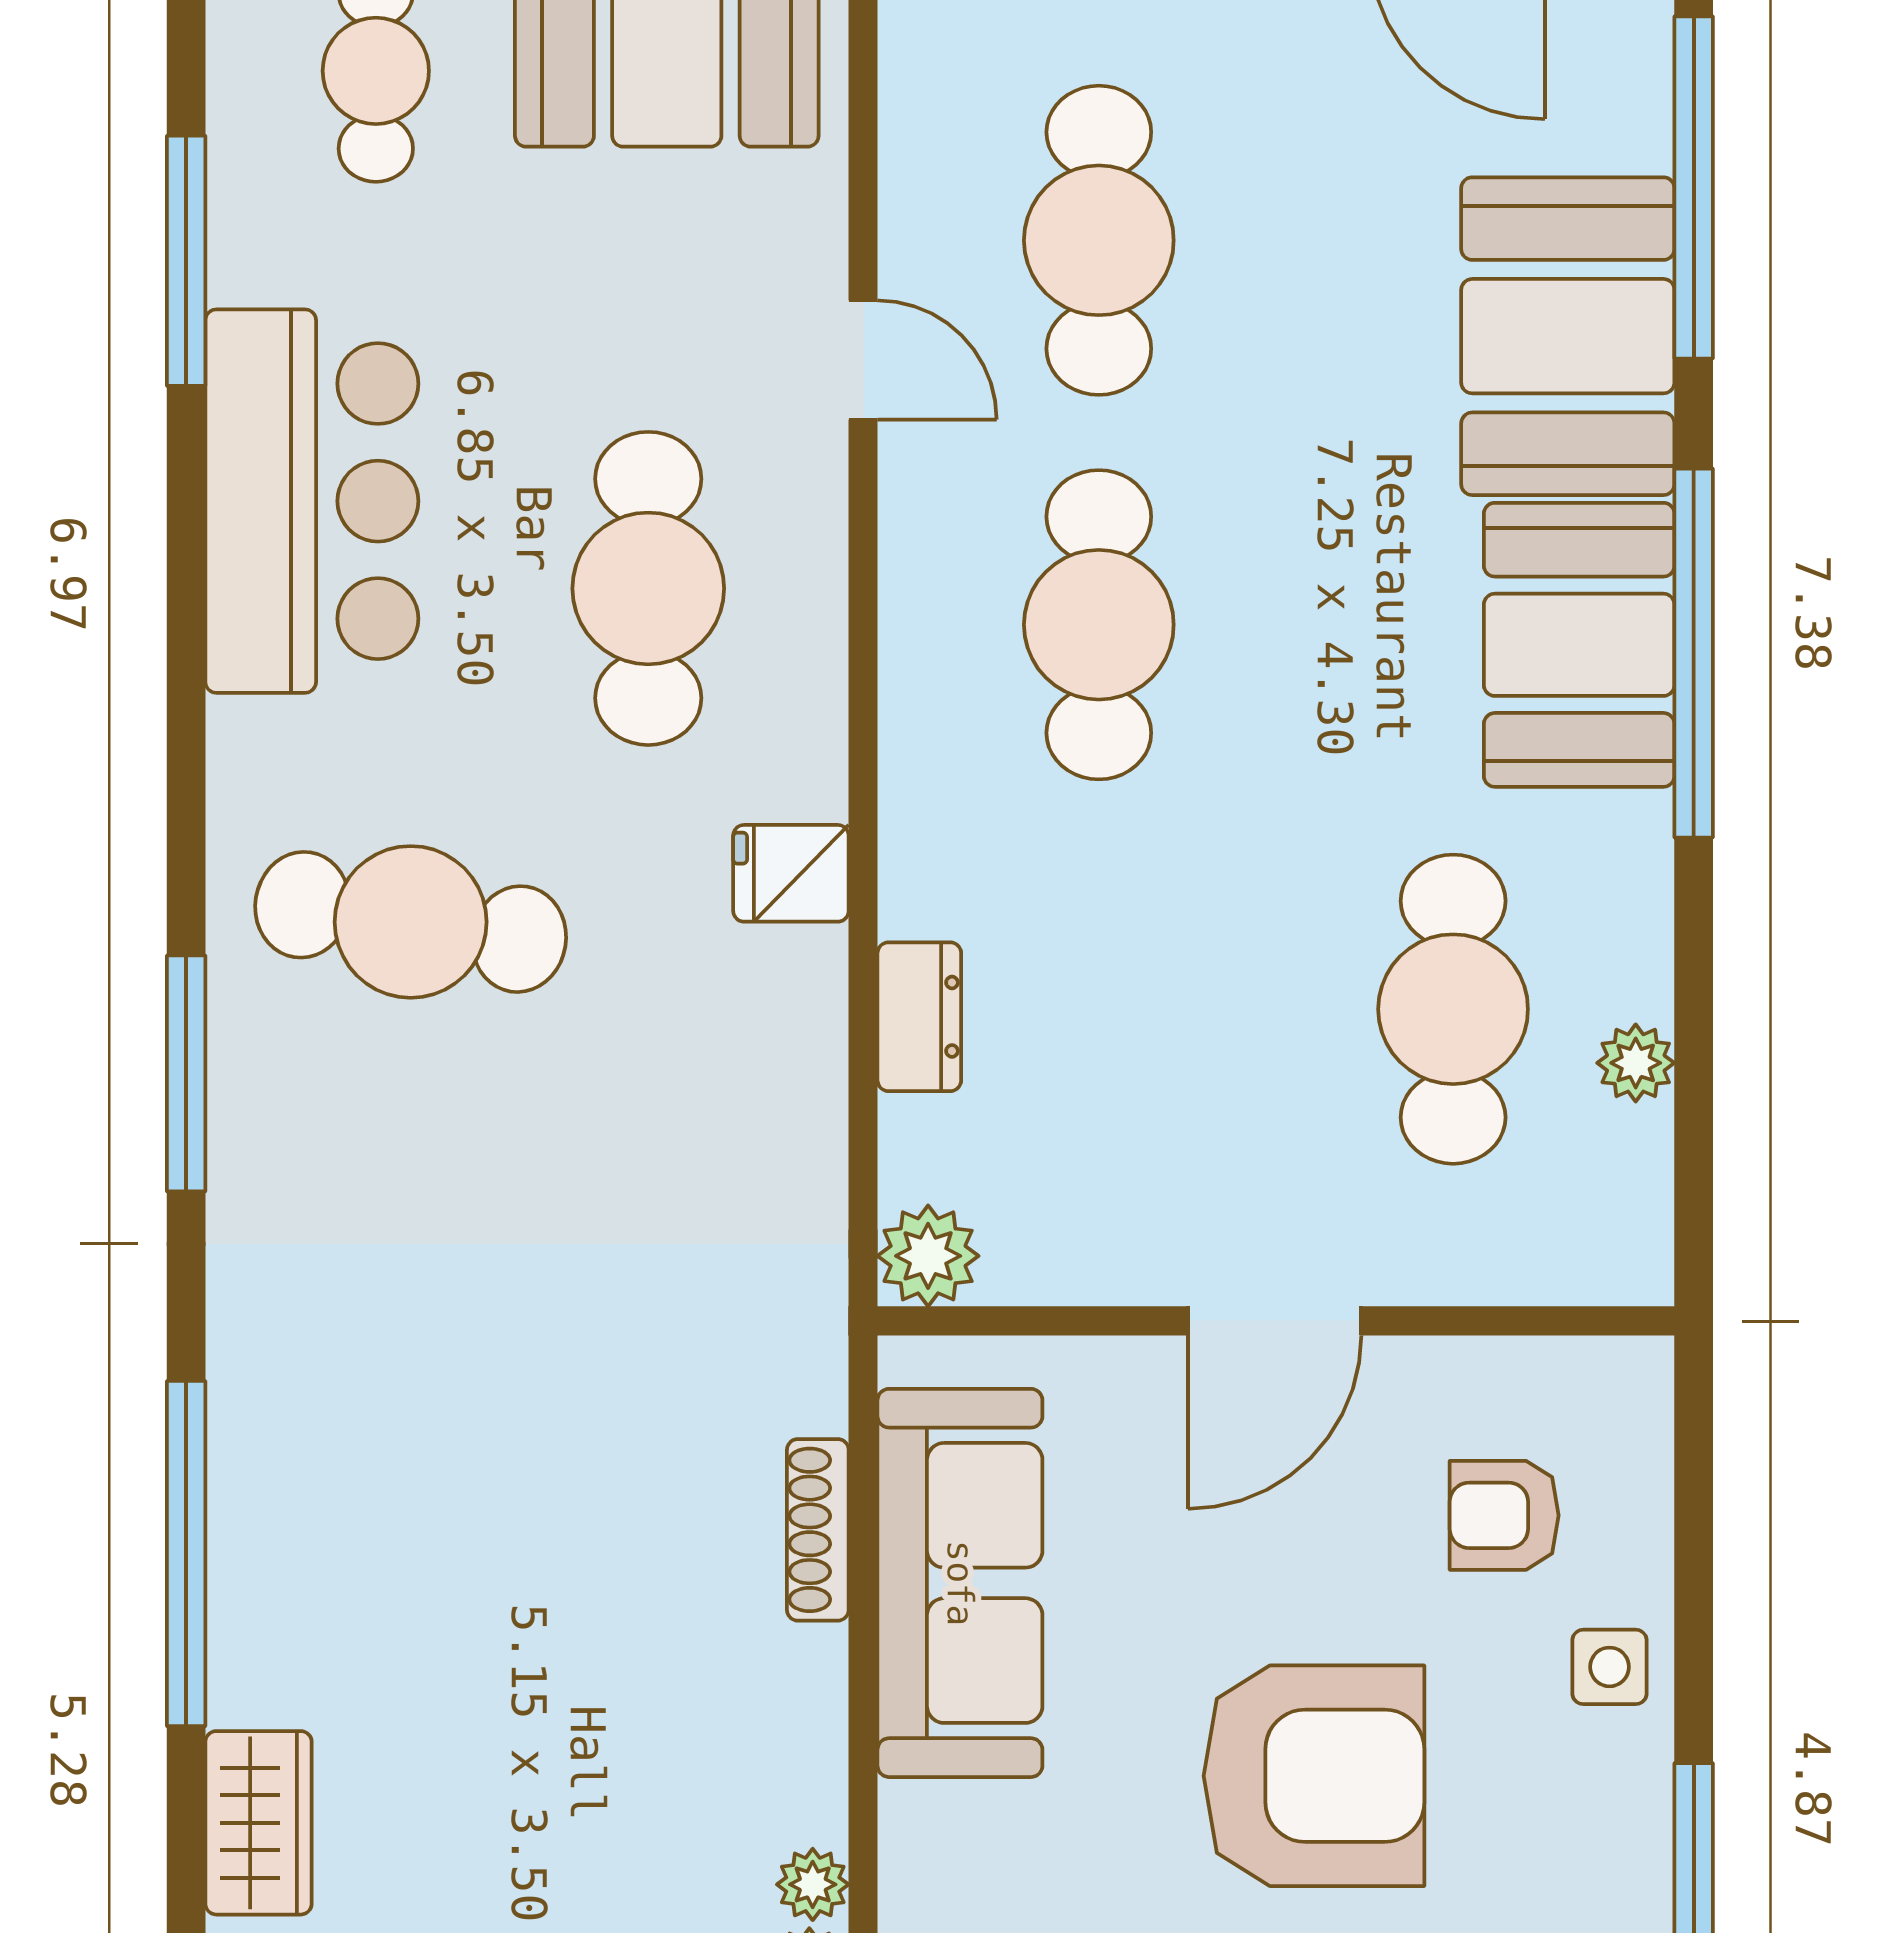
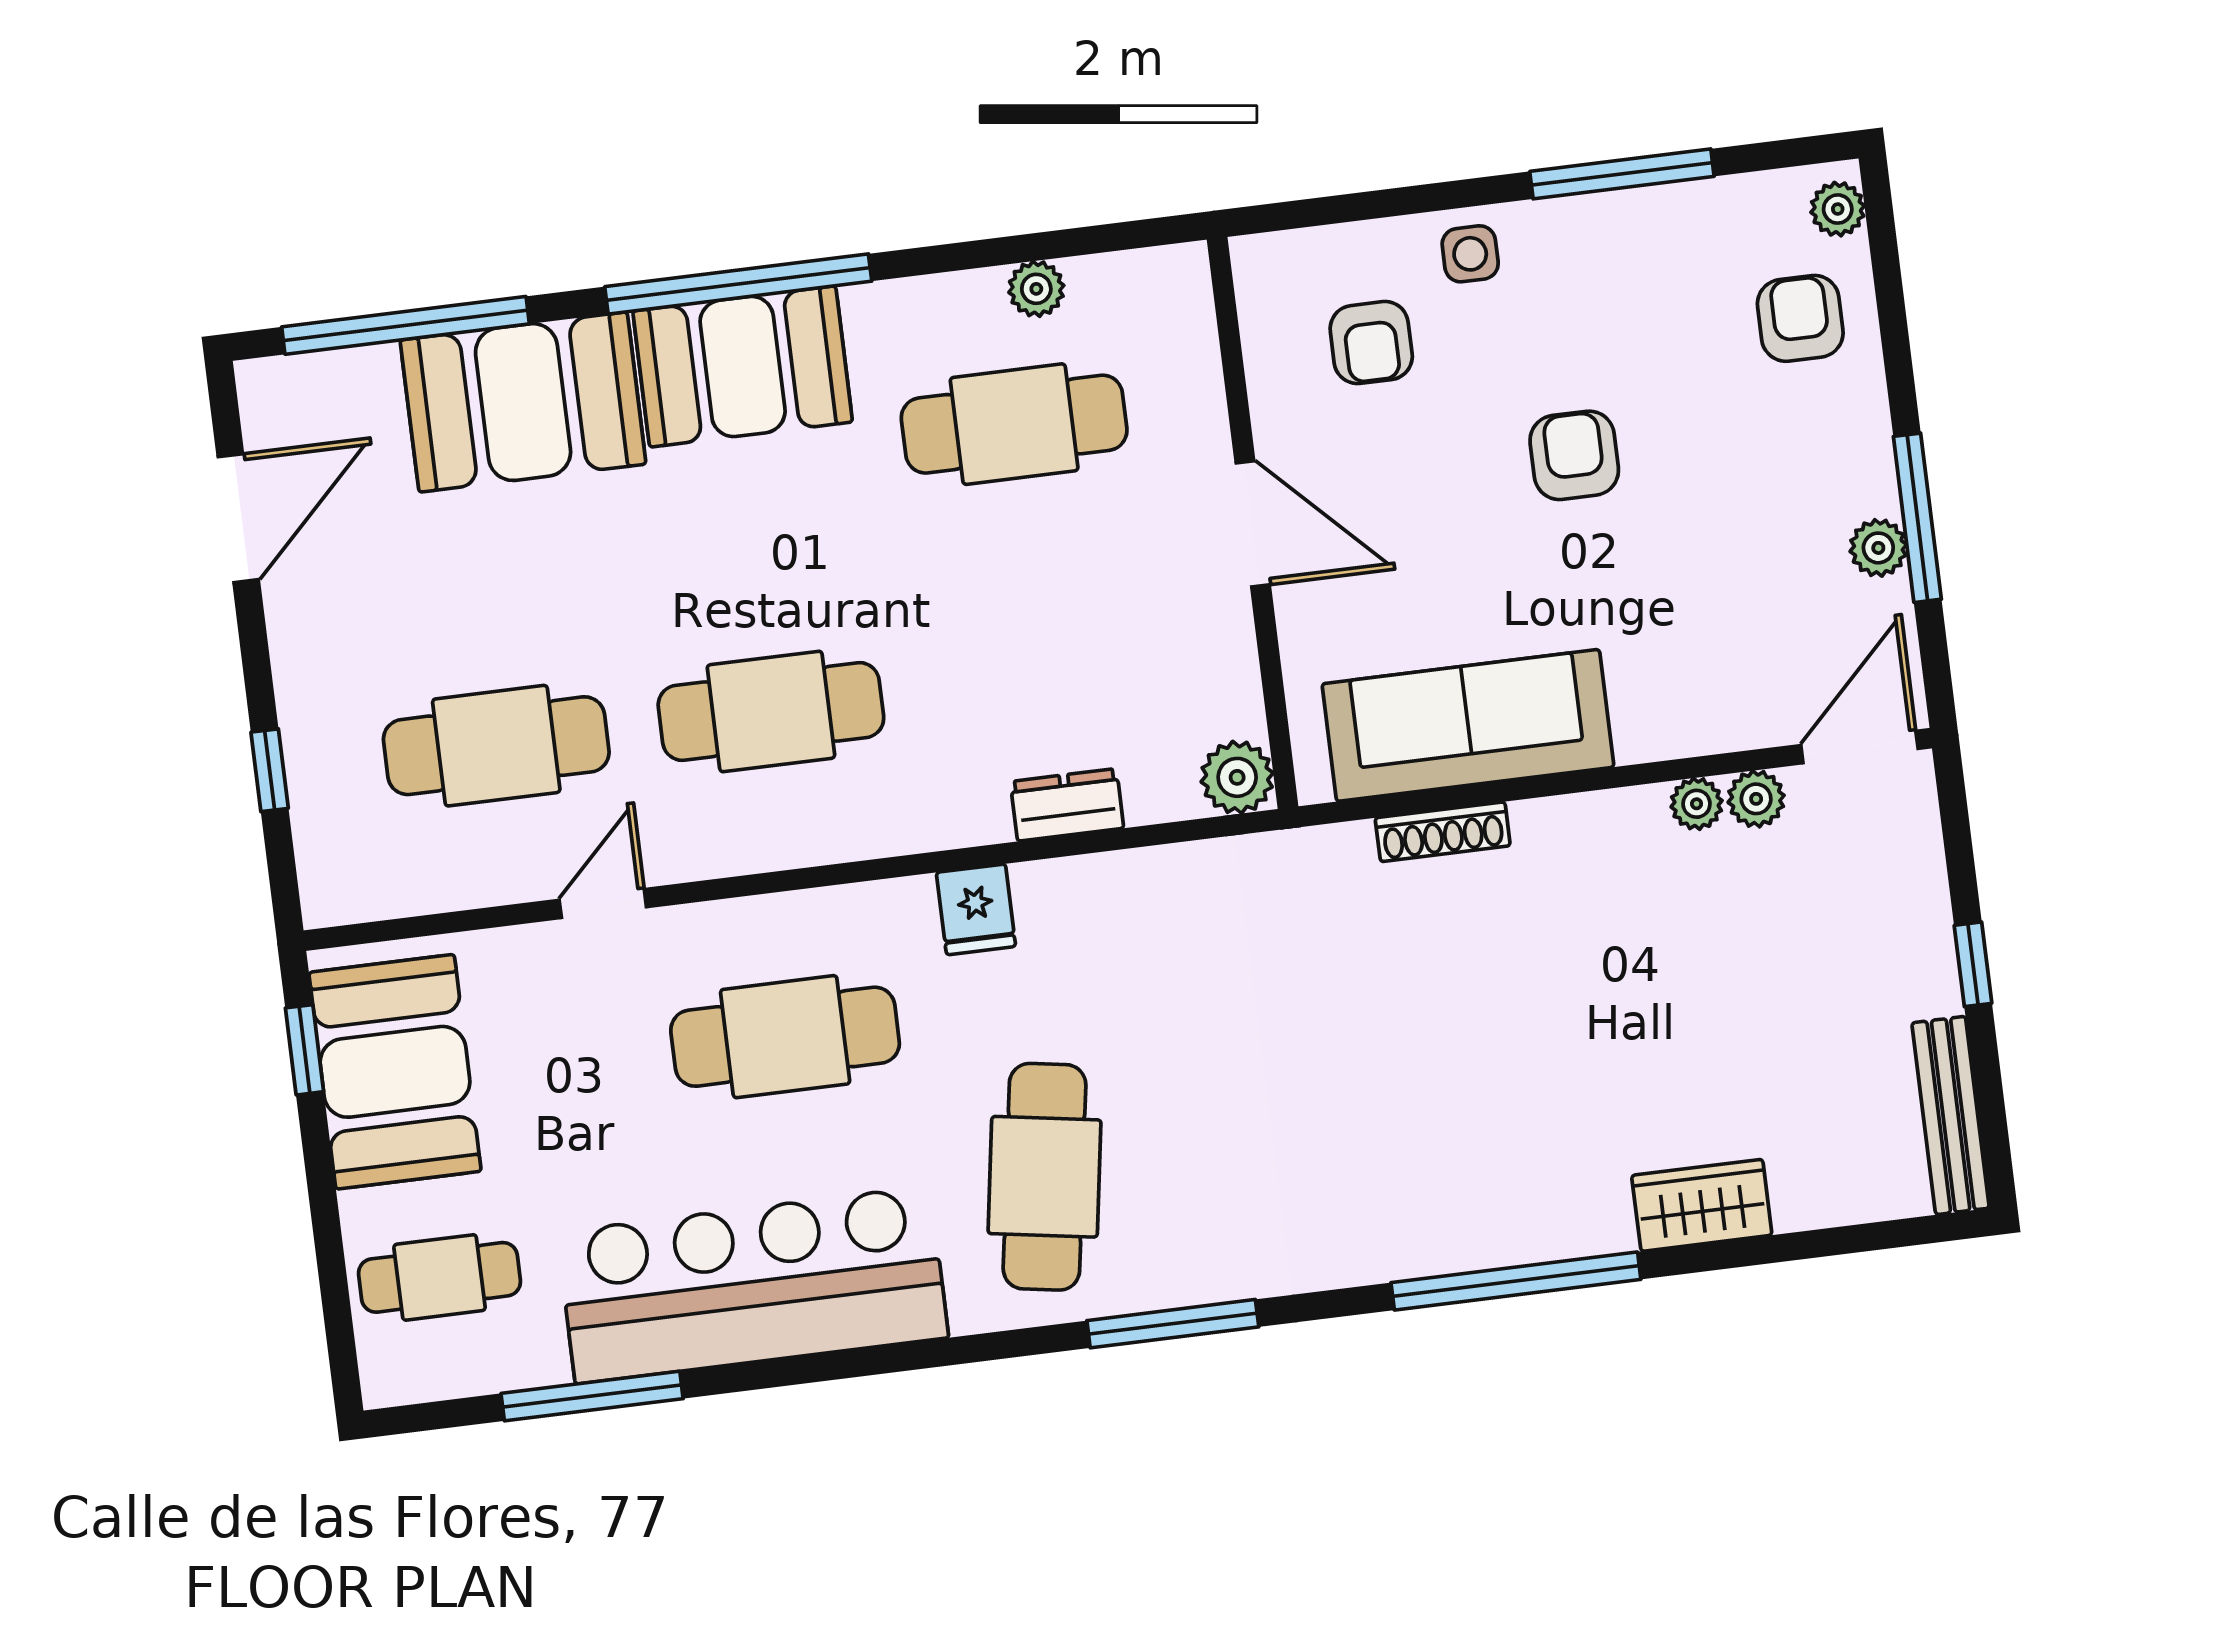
bar counter: (312, 501) -> (753, 1285), width x1.36
armchair: (1314, 1776) -> (1574, 455), width x0.53, depth x0.53

